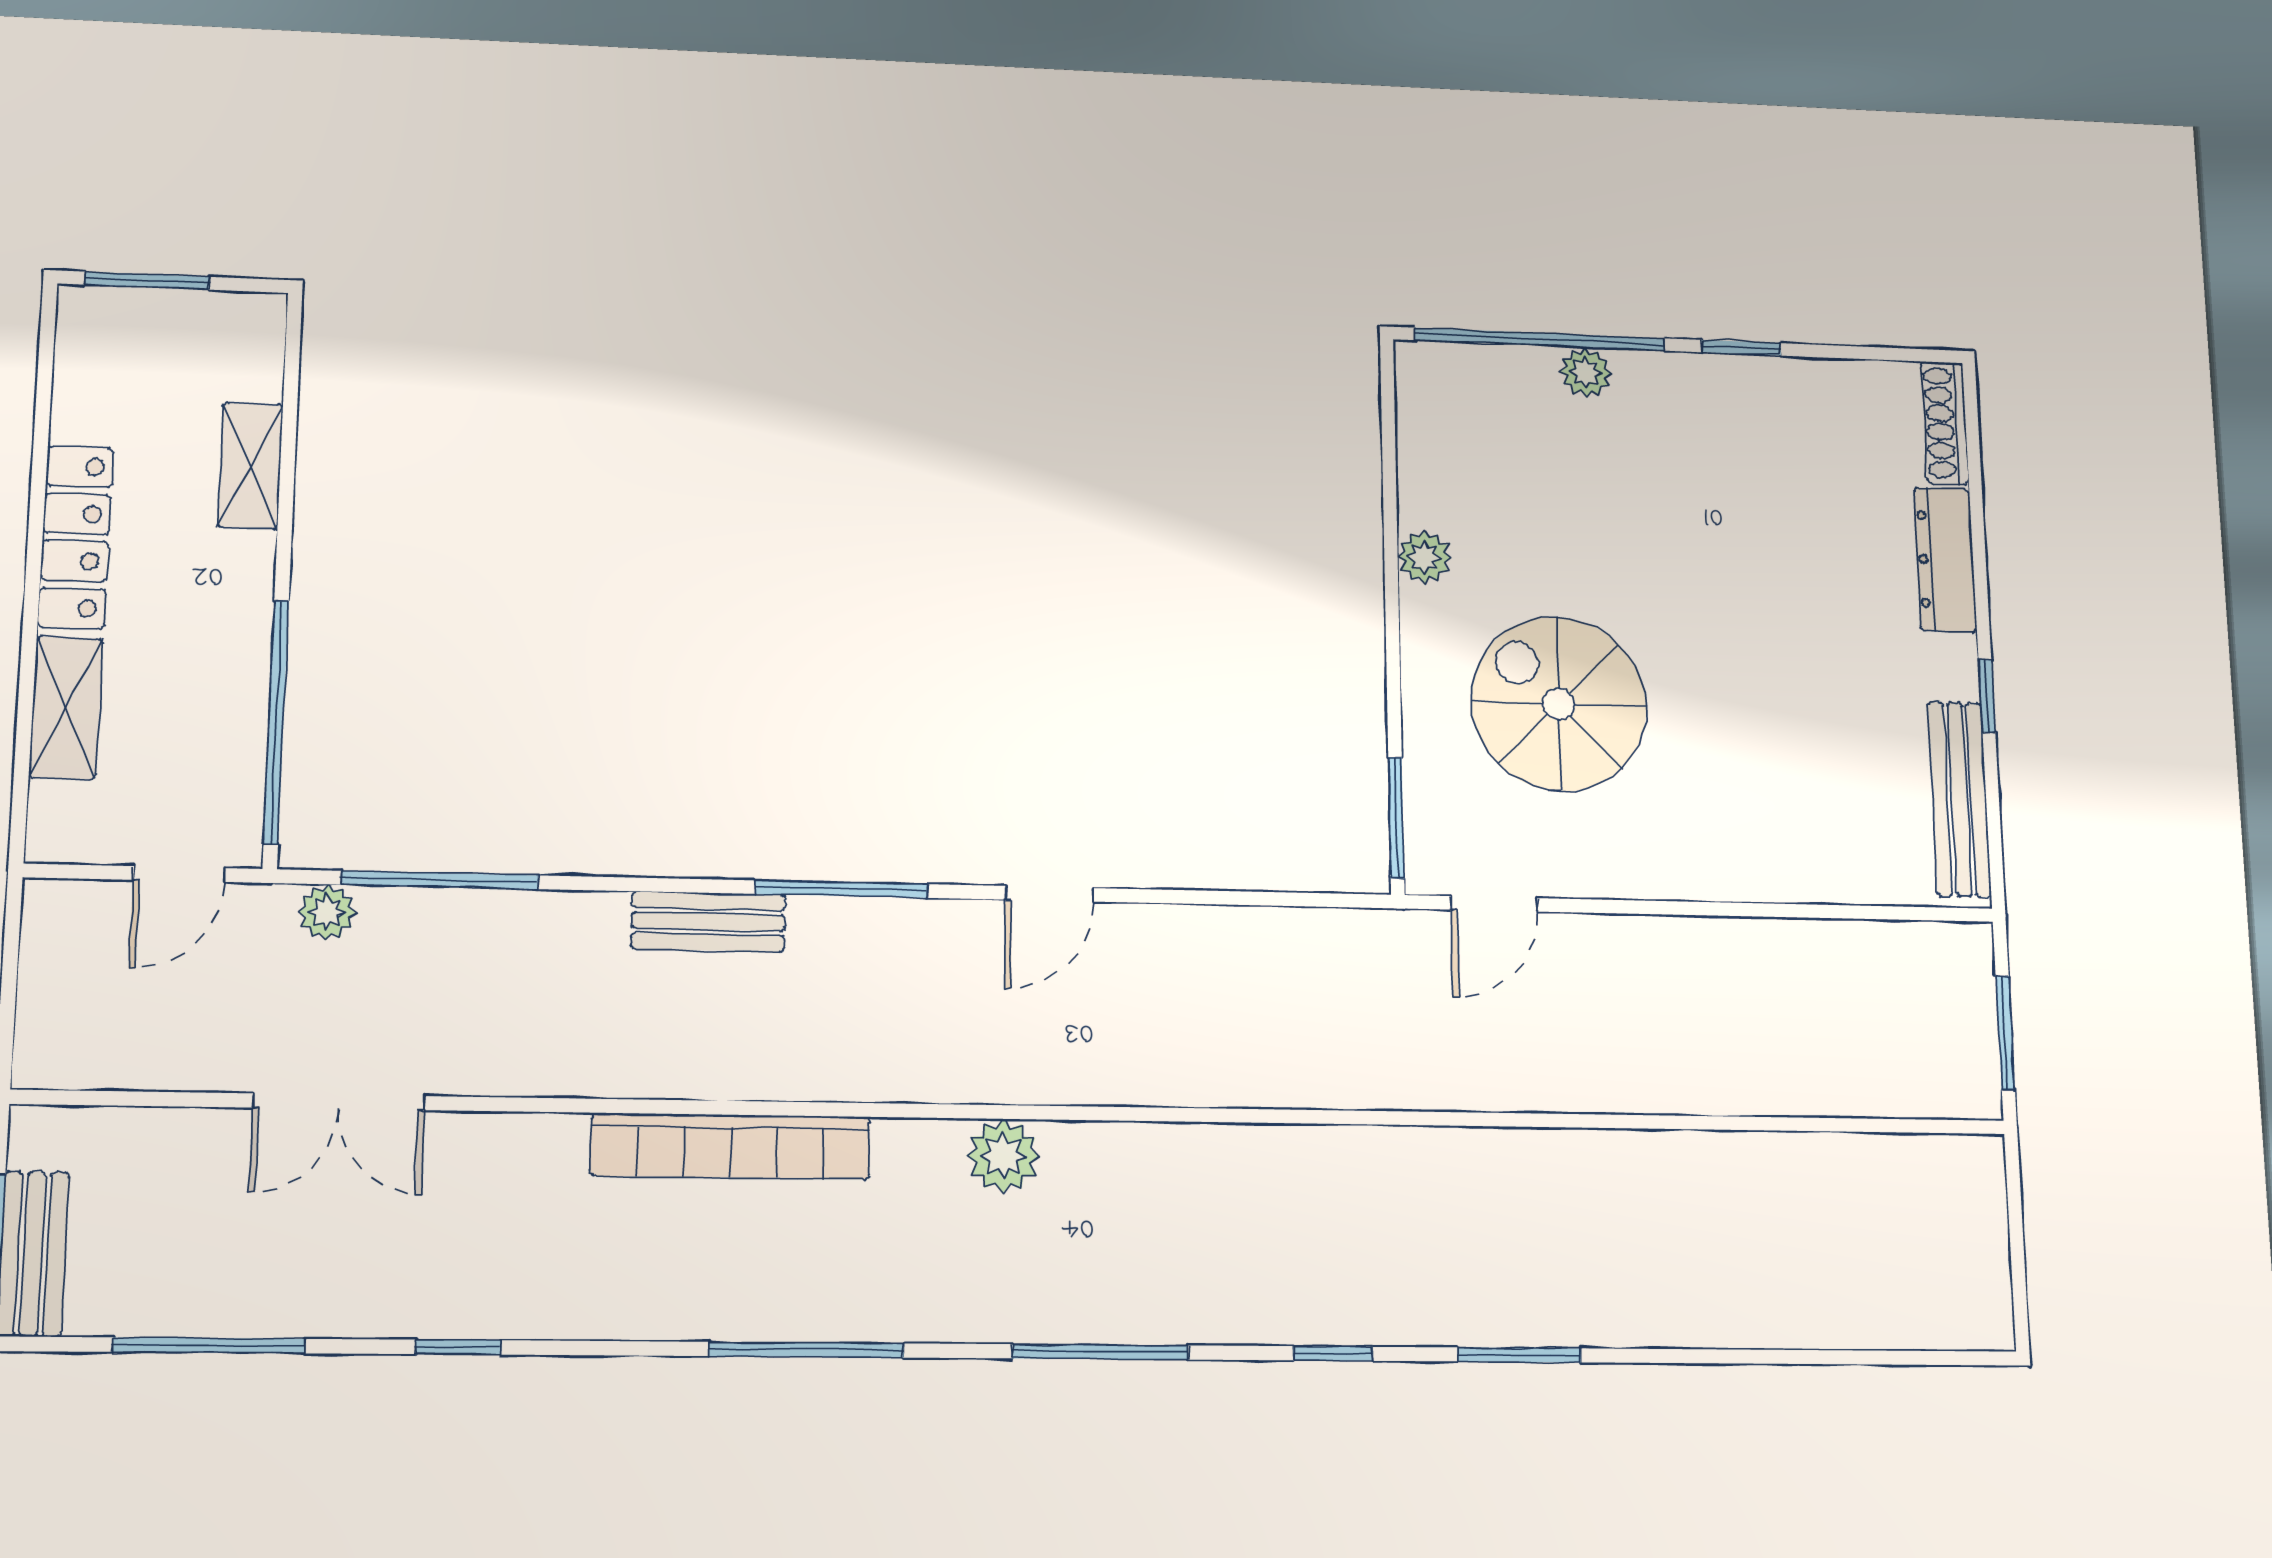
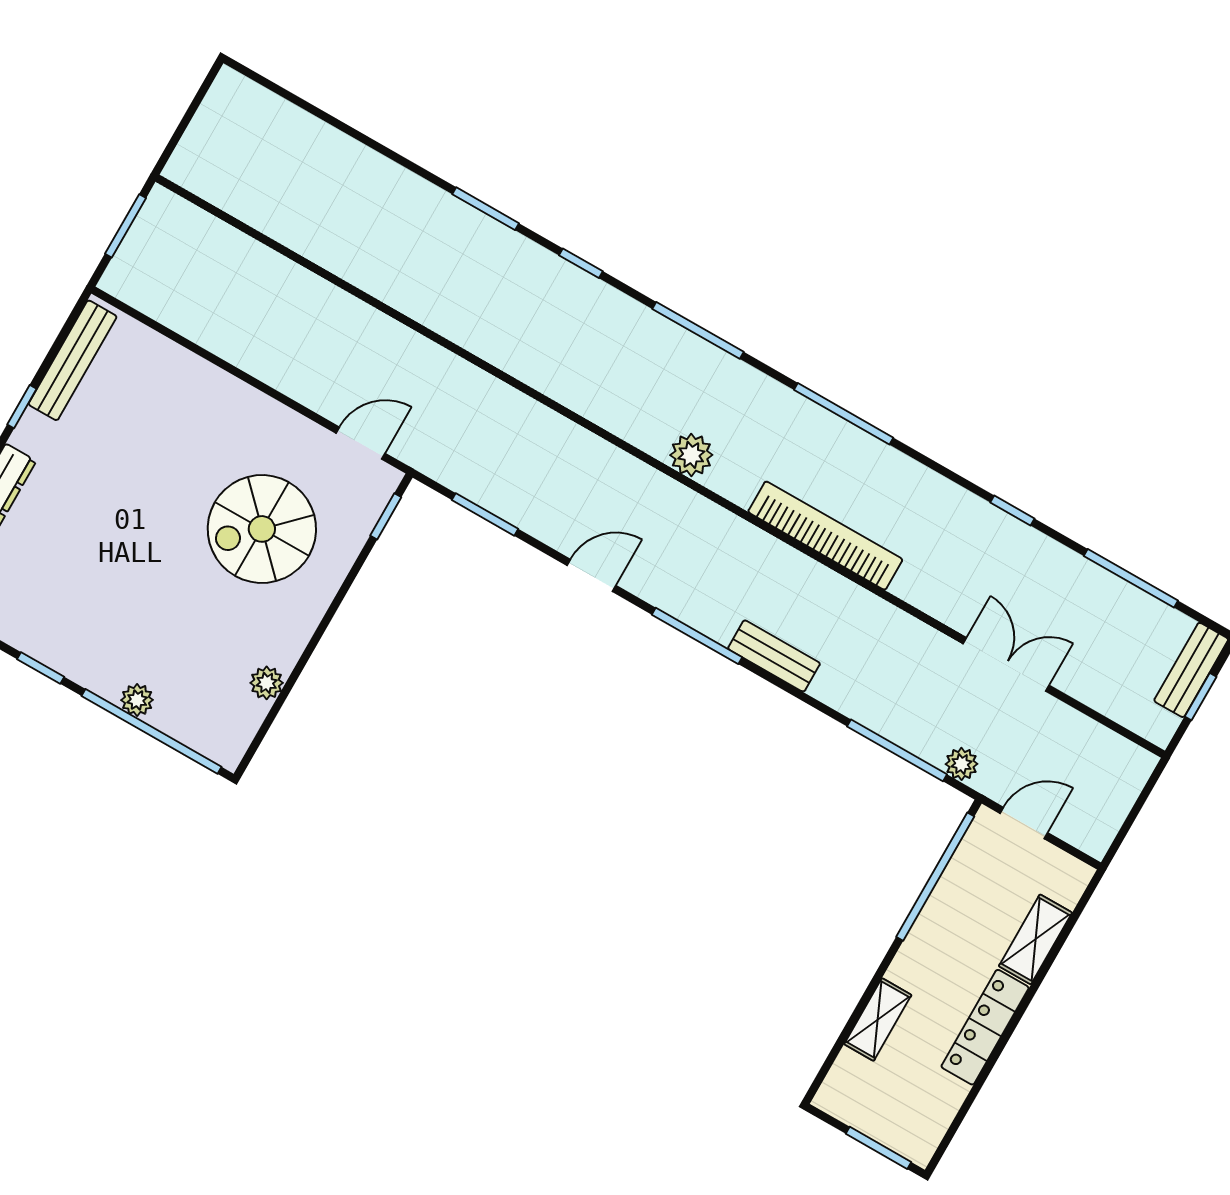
plant: (1424, 557) -> (267, 683), moved
spiral stairs: (1559, 704) -> (262, 529), turned 90
window: (1396, 818) -> (386, 516), width x0.67
window: (1256, 898) -> (485, 514), added

